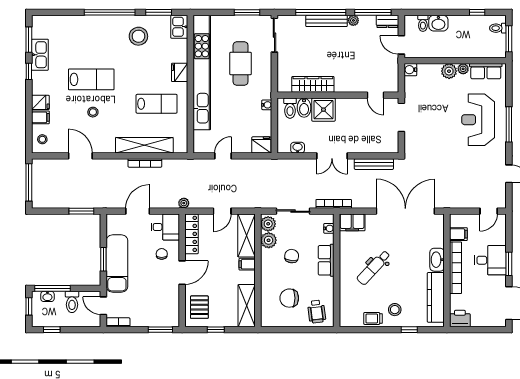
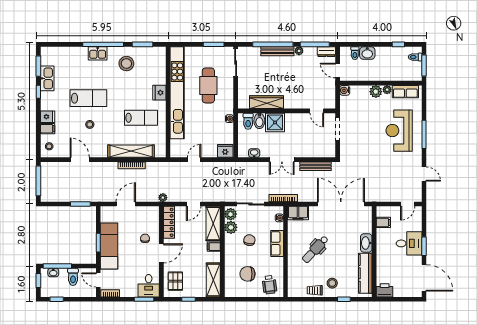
kitchen sink: (179, 27) -> (98, 53), moved, turned -90
desk: (165, 227) -> (149, 286), moved, turned 90
bookcase: (456, 268) -> (381, 249), removed

